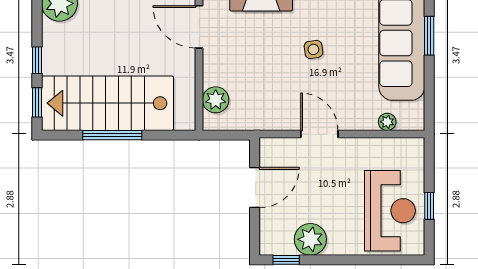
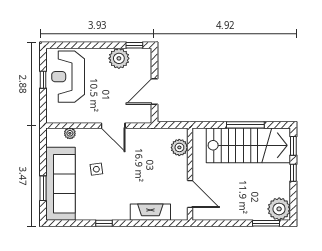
side table: (313, 49) -> (96, 169), moved

